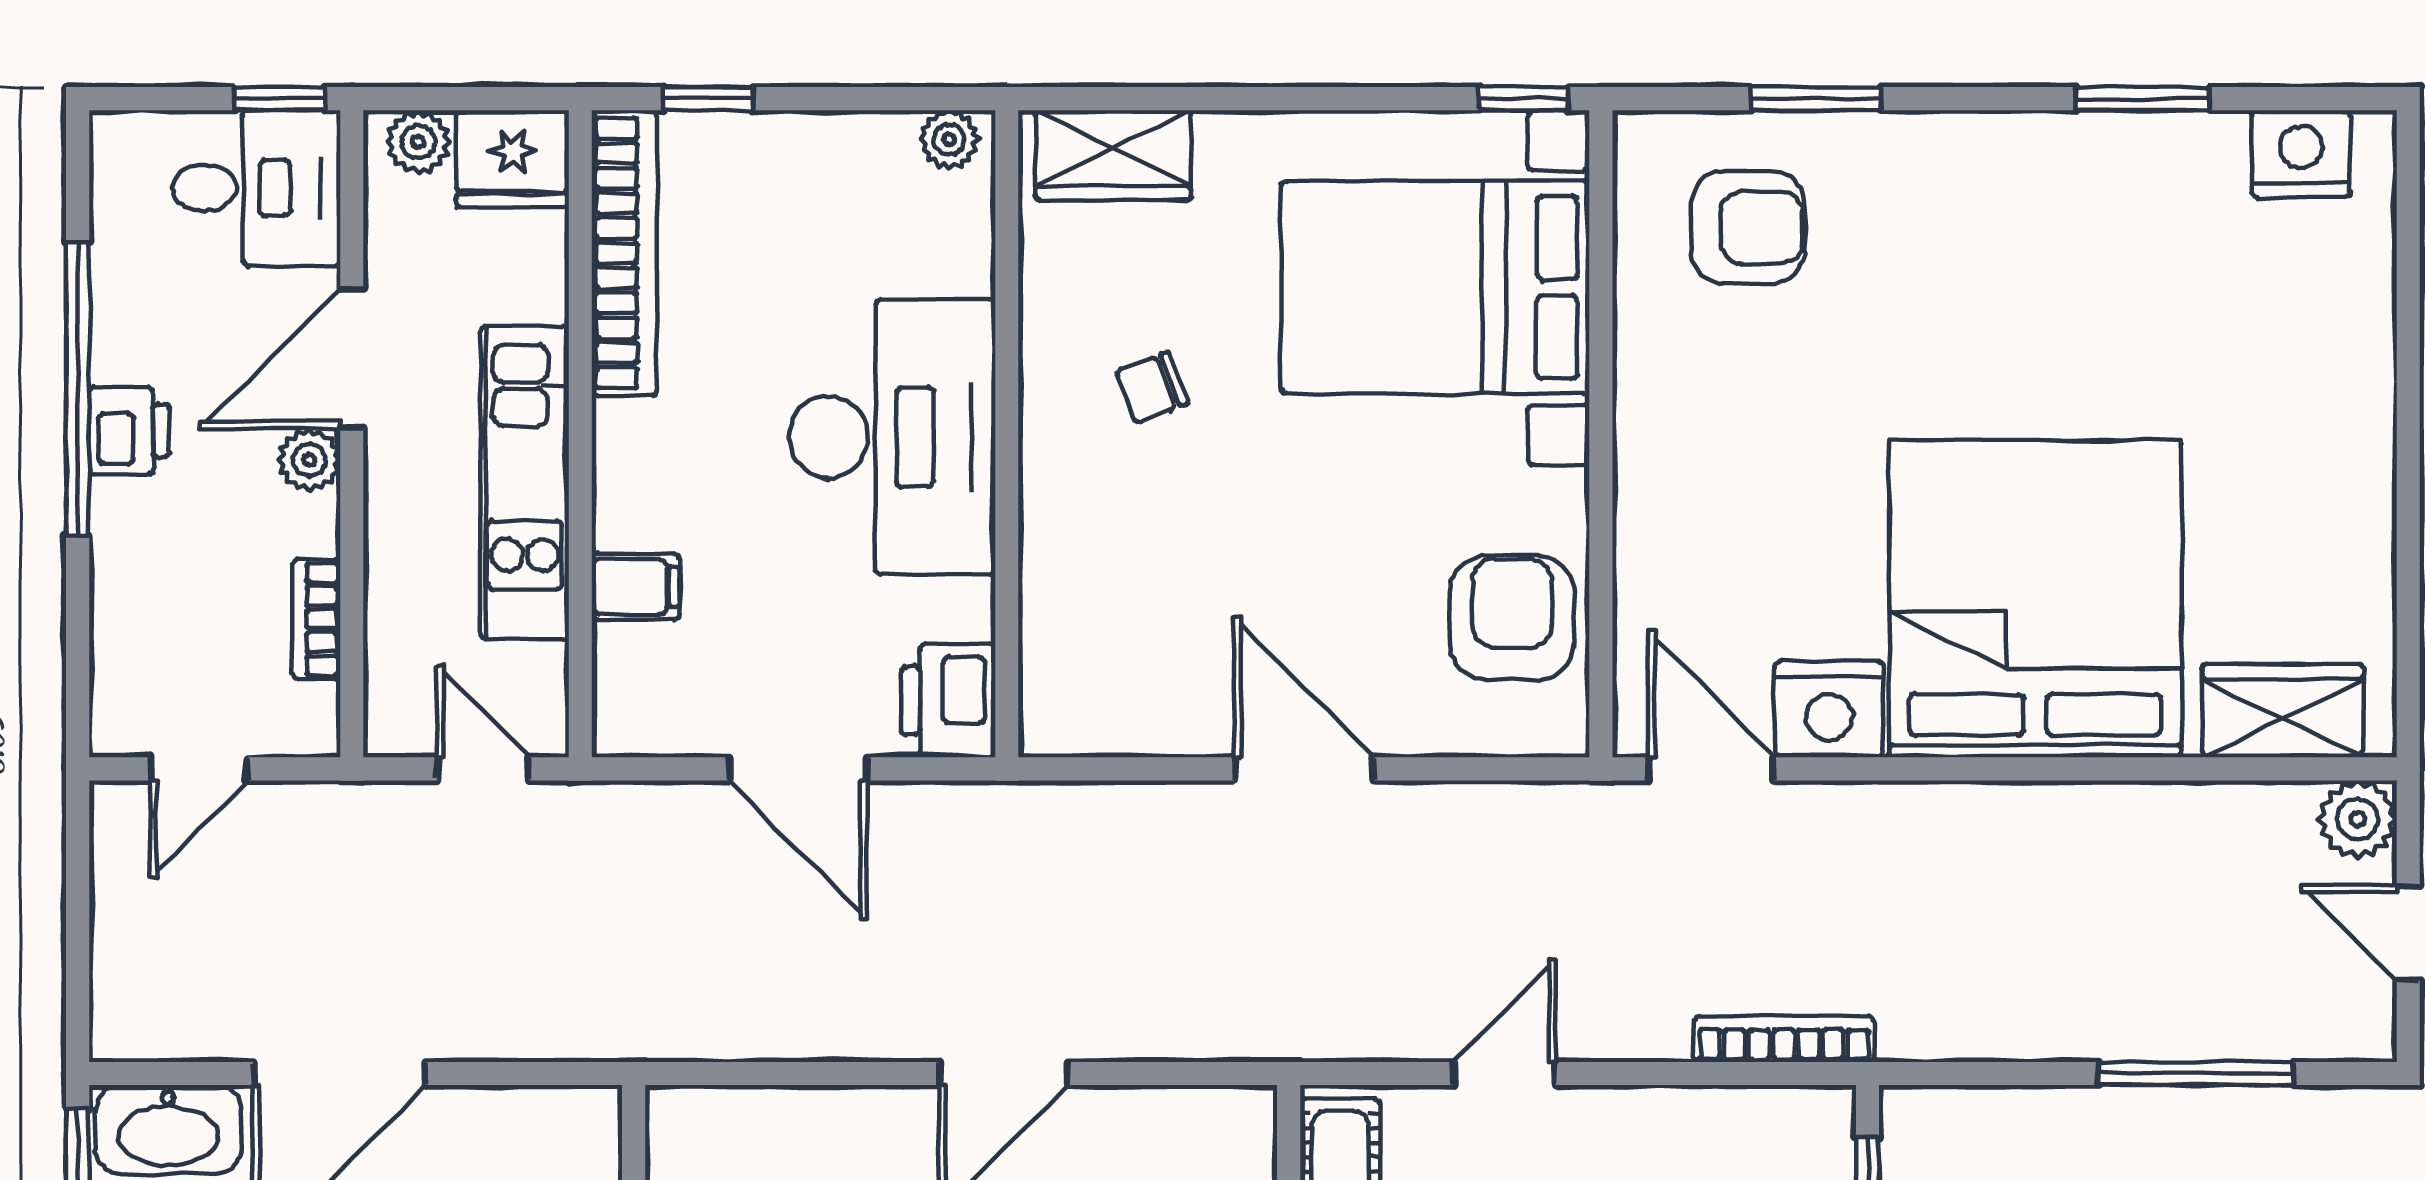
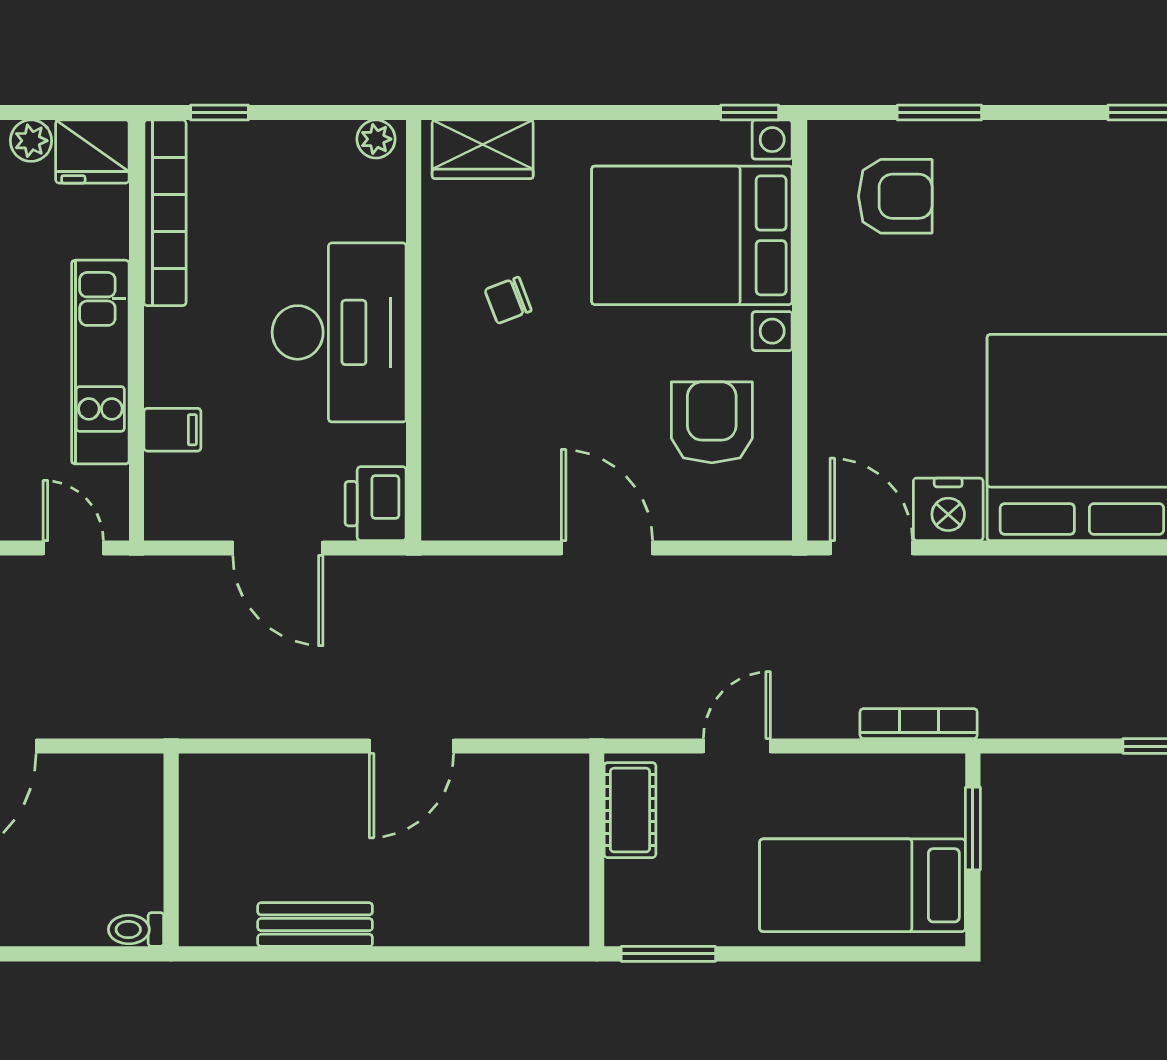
armchair: (1512, 618) -> (712, 422), moved

